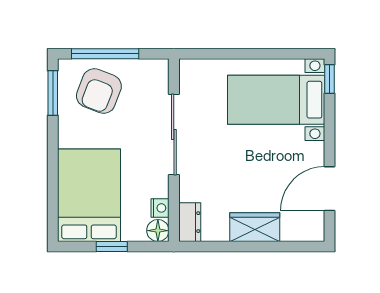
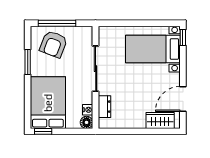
window: (53, 93) -> (28, 62), moved
dresser: (190, 222) -> (104, 107), moved
wardrobe: (255, 227) -> (160, 121), moved
window: (112, 247) -> (43, 131), moved

